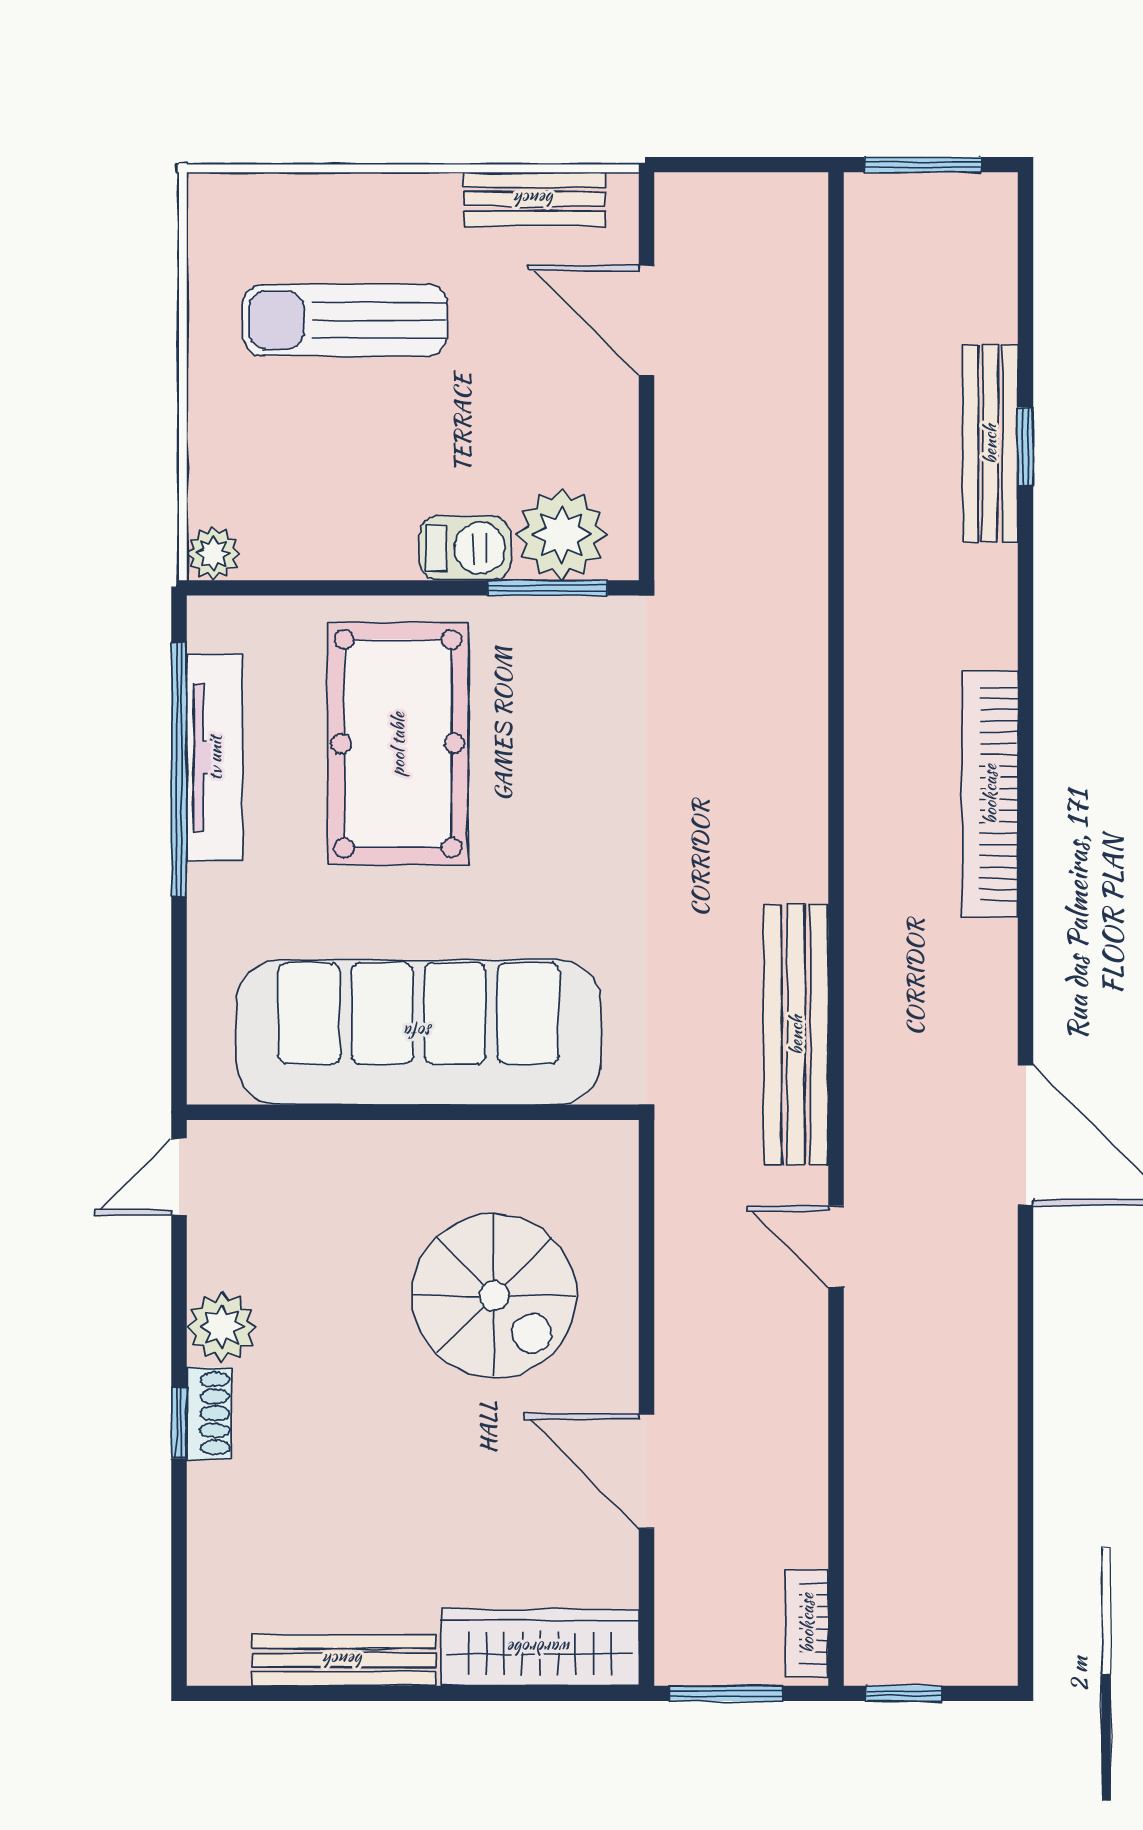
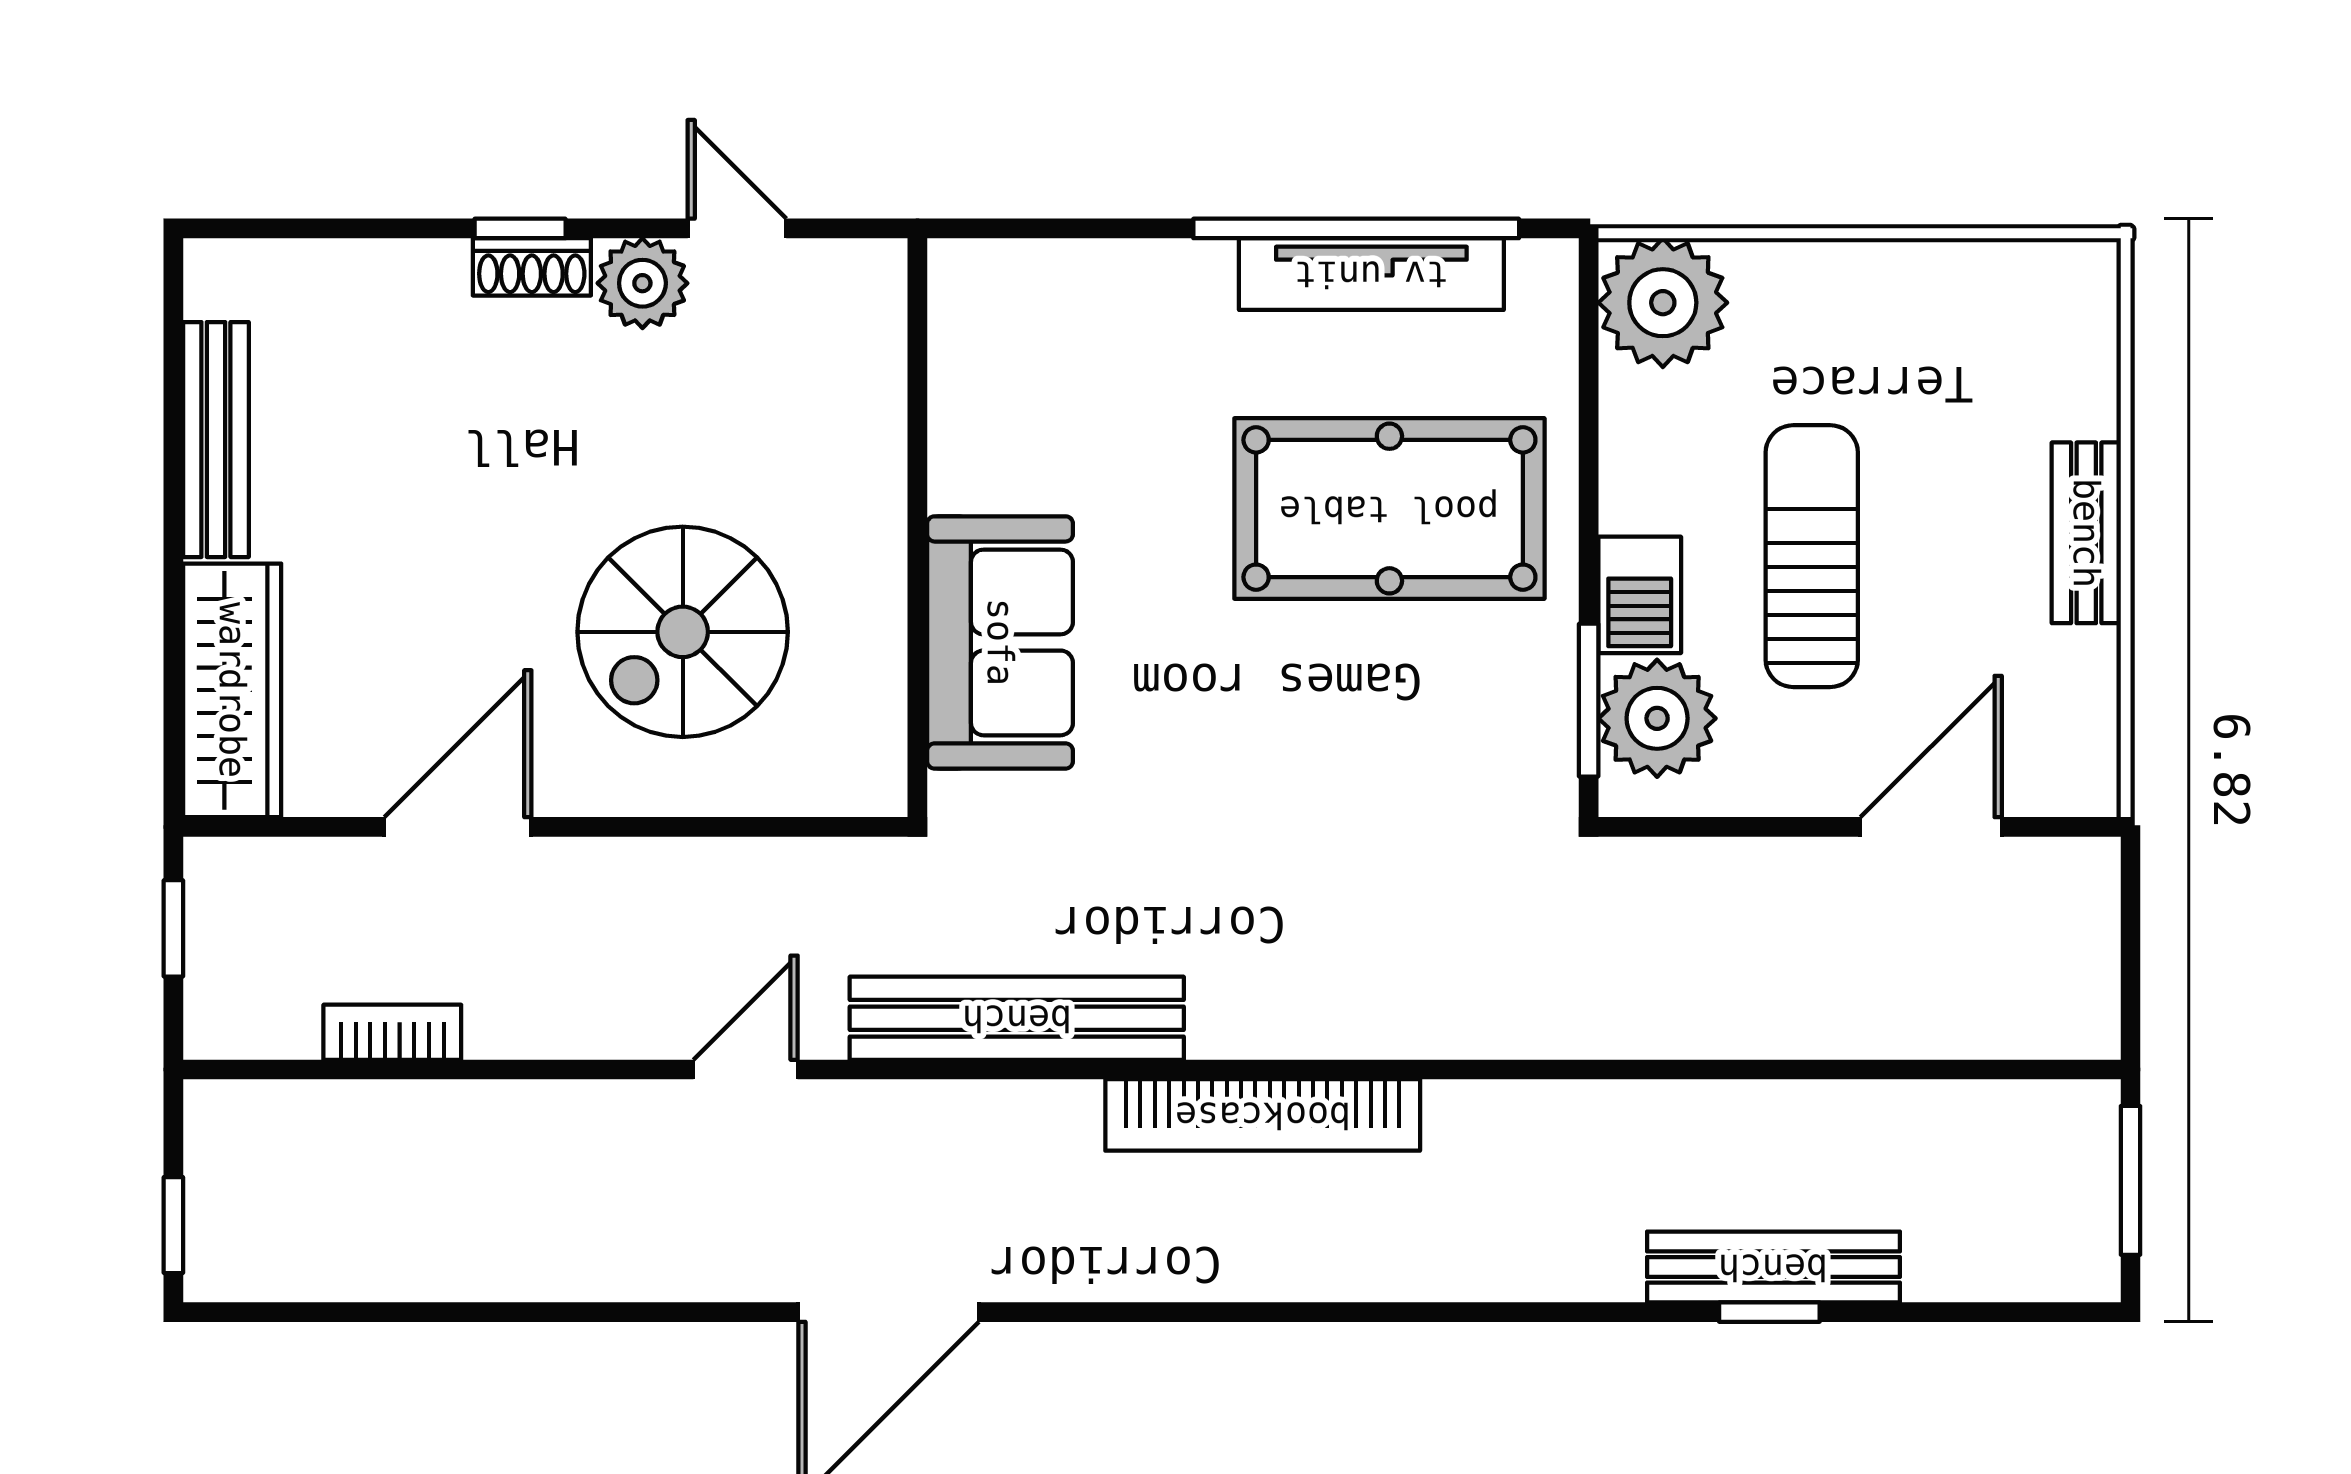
bench: (535, 199) -> (2086, 533), moved
sun lounger: (345, 320) -> (1812, 556), moved
plant: (213, 553) -> (1663, 303), width x1.88, depth x1.88
bookcase: (990, 794) -> (1263, 1115), moved, turned 180
sofa: (419, 1032) -> (1000, 642), width x0.54, depth x0.79
door: (179, 1177) -> (737, 228), moved
bookcase: (807, 1623) -> (392, 1032), moved
window: (726, 1693) -> (173, 928), width x0.67
window: (904, 1693) -> (173, 1225), moved

